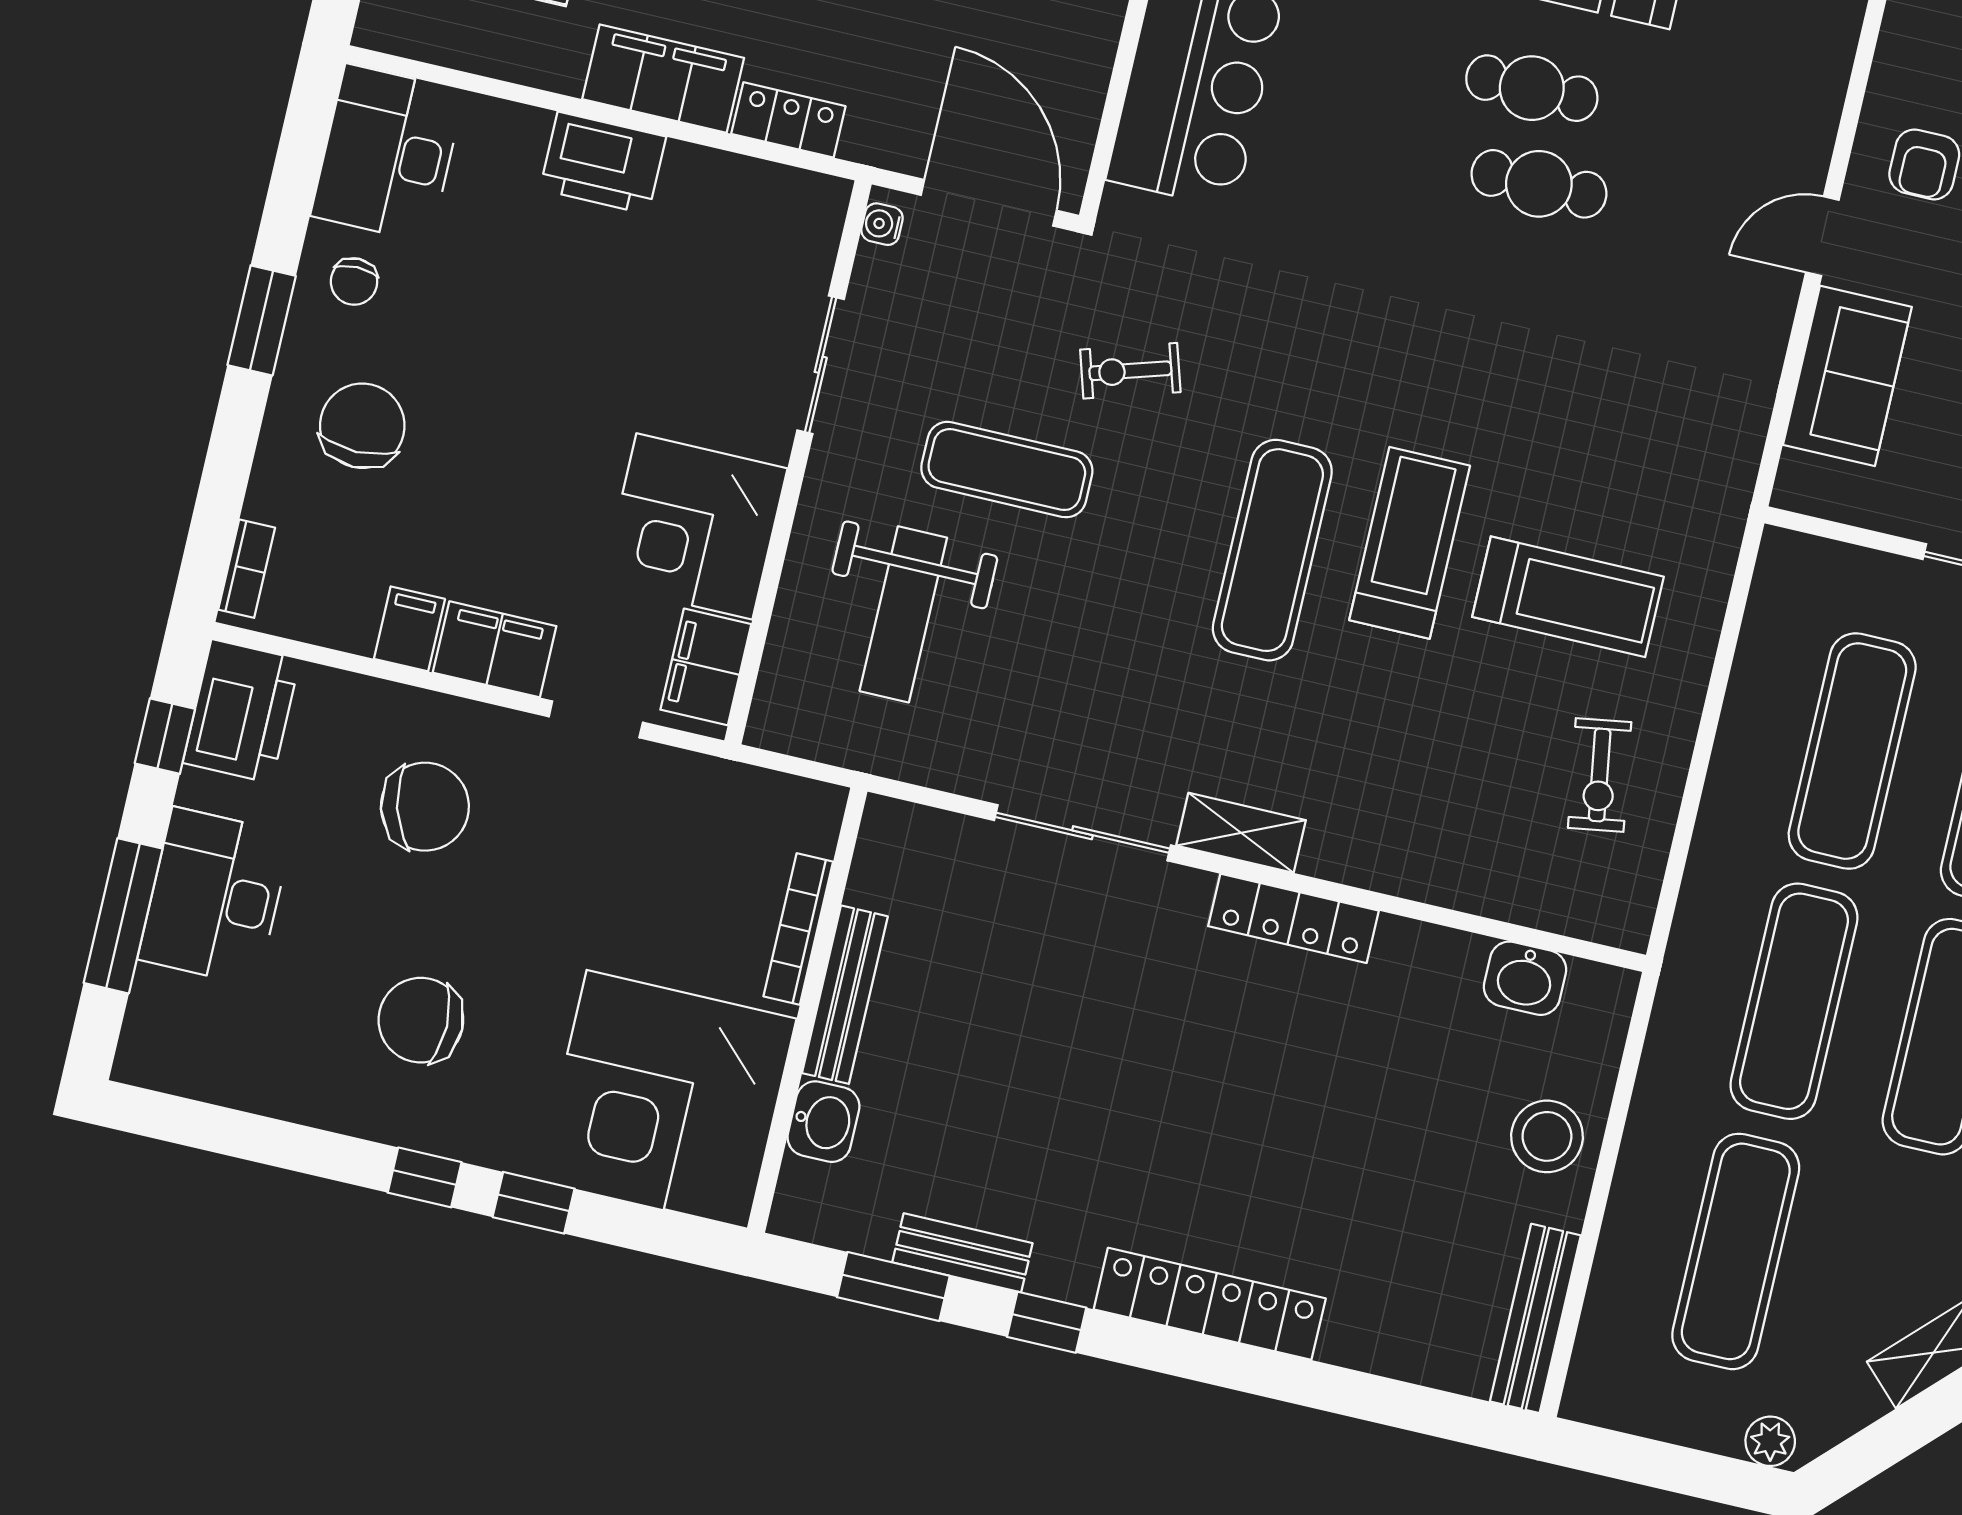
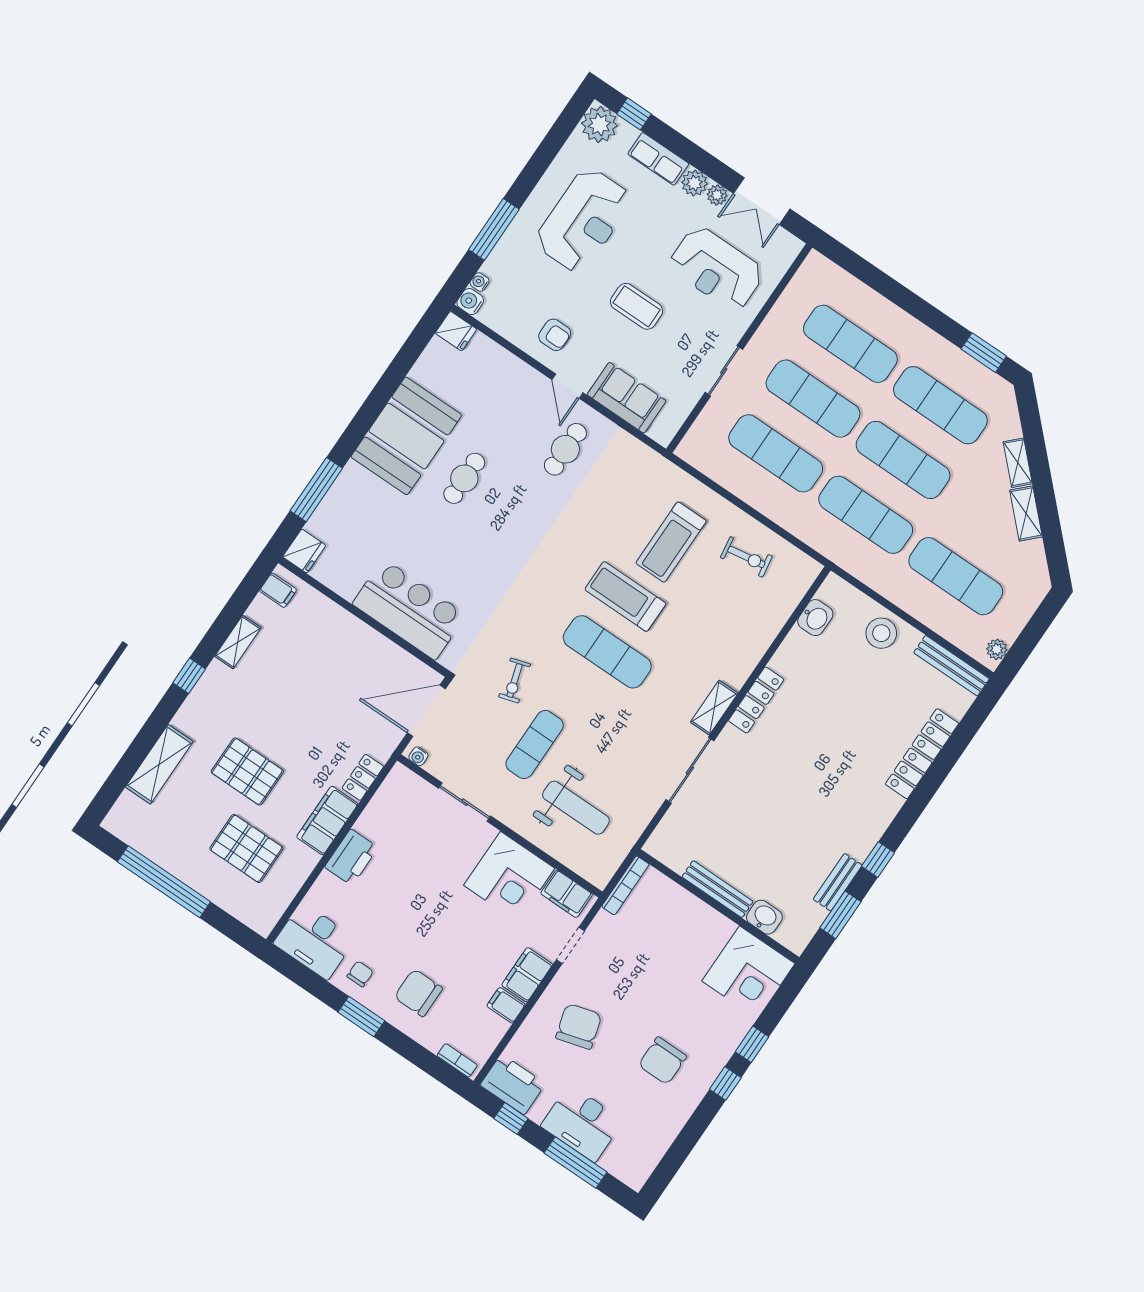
cafe table: (1539, 184) -> (565, 449), moved
chair: (354, 282) -> (360, 974), turned -90
treadmill: (1568, 597) -> (671, 542), turned 180
bookcase: (798, 929) -> (625, 885), moved, turned -90
corner desk: (667, 1099) -> (748, 972), width x0.74, depth x0.74
locker: (1210, 1304) -> (922, 754), moved
plant: (1770, 1441) -> (997, 649), moved

